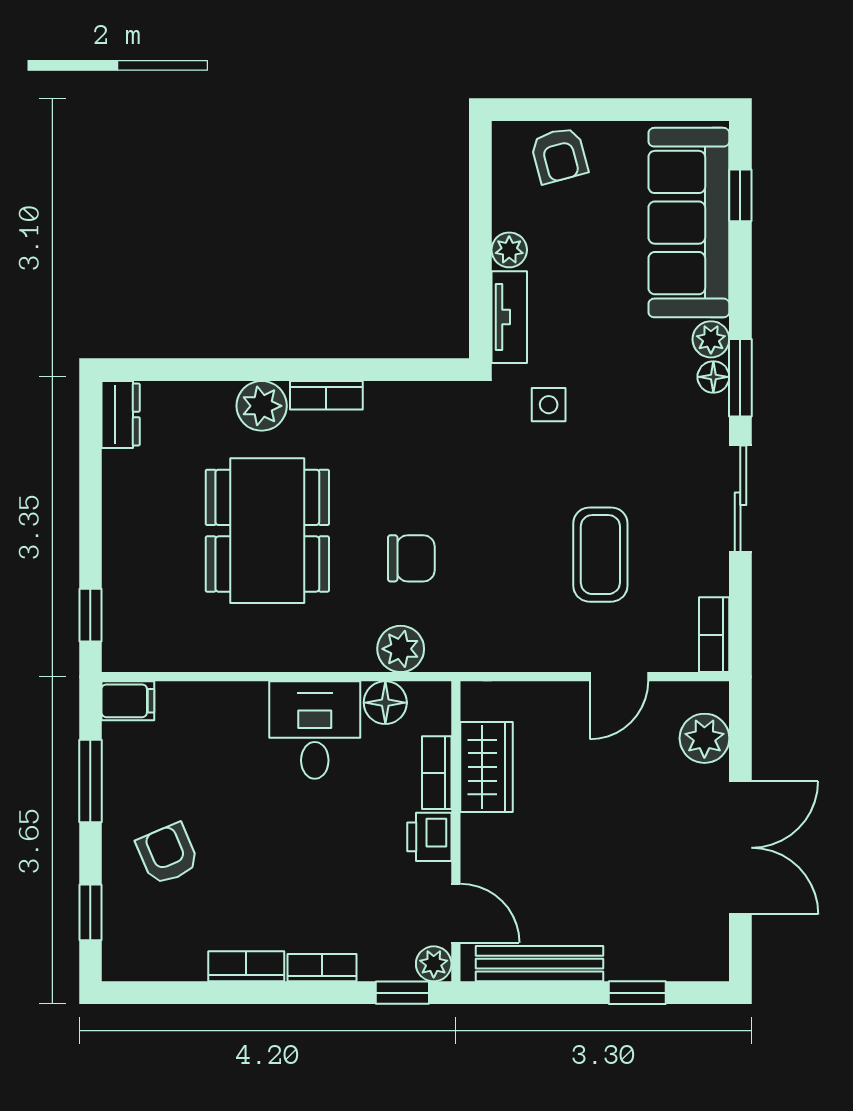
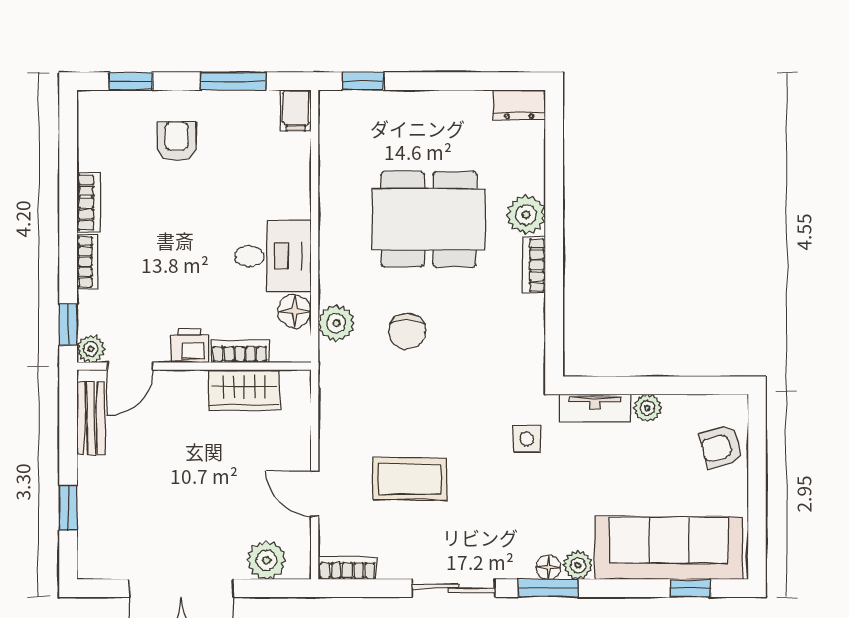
armchair: (168, 854) -> (176, 141), turned -67
bench: (539, 964) -> (91, 418), width x0.73

